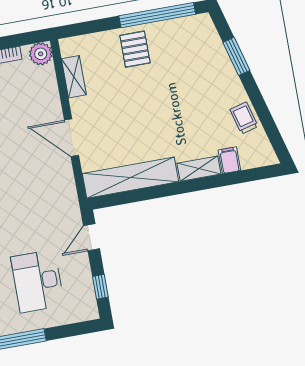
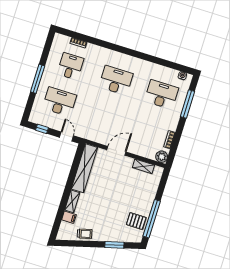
pallet: (135, 49) -> (136, 221), moved

